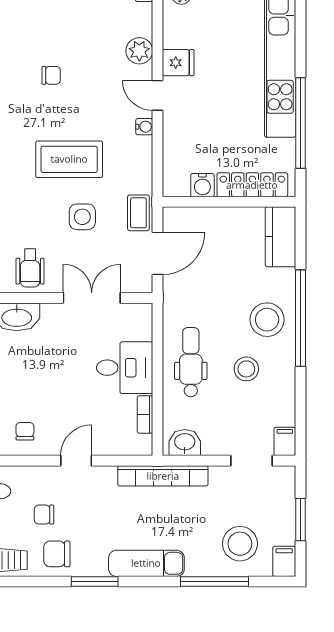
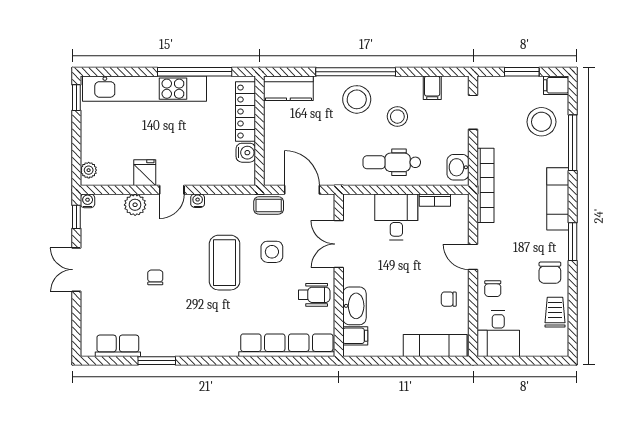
filing cabinet: (285, 441) -> (432, 88), moved, turned -90
chair: (44, 515) -> (493, 289), moved

